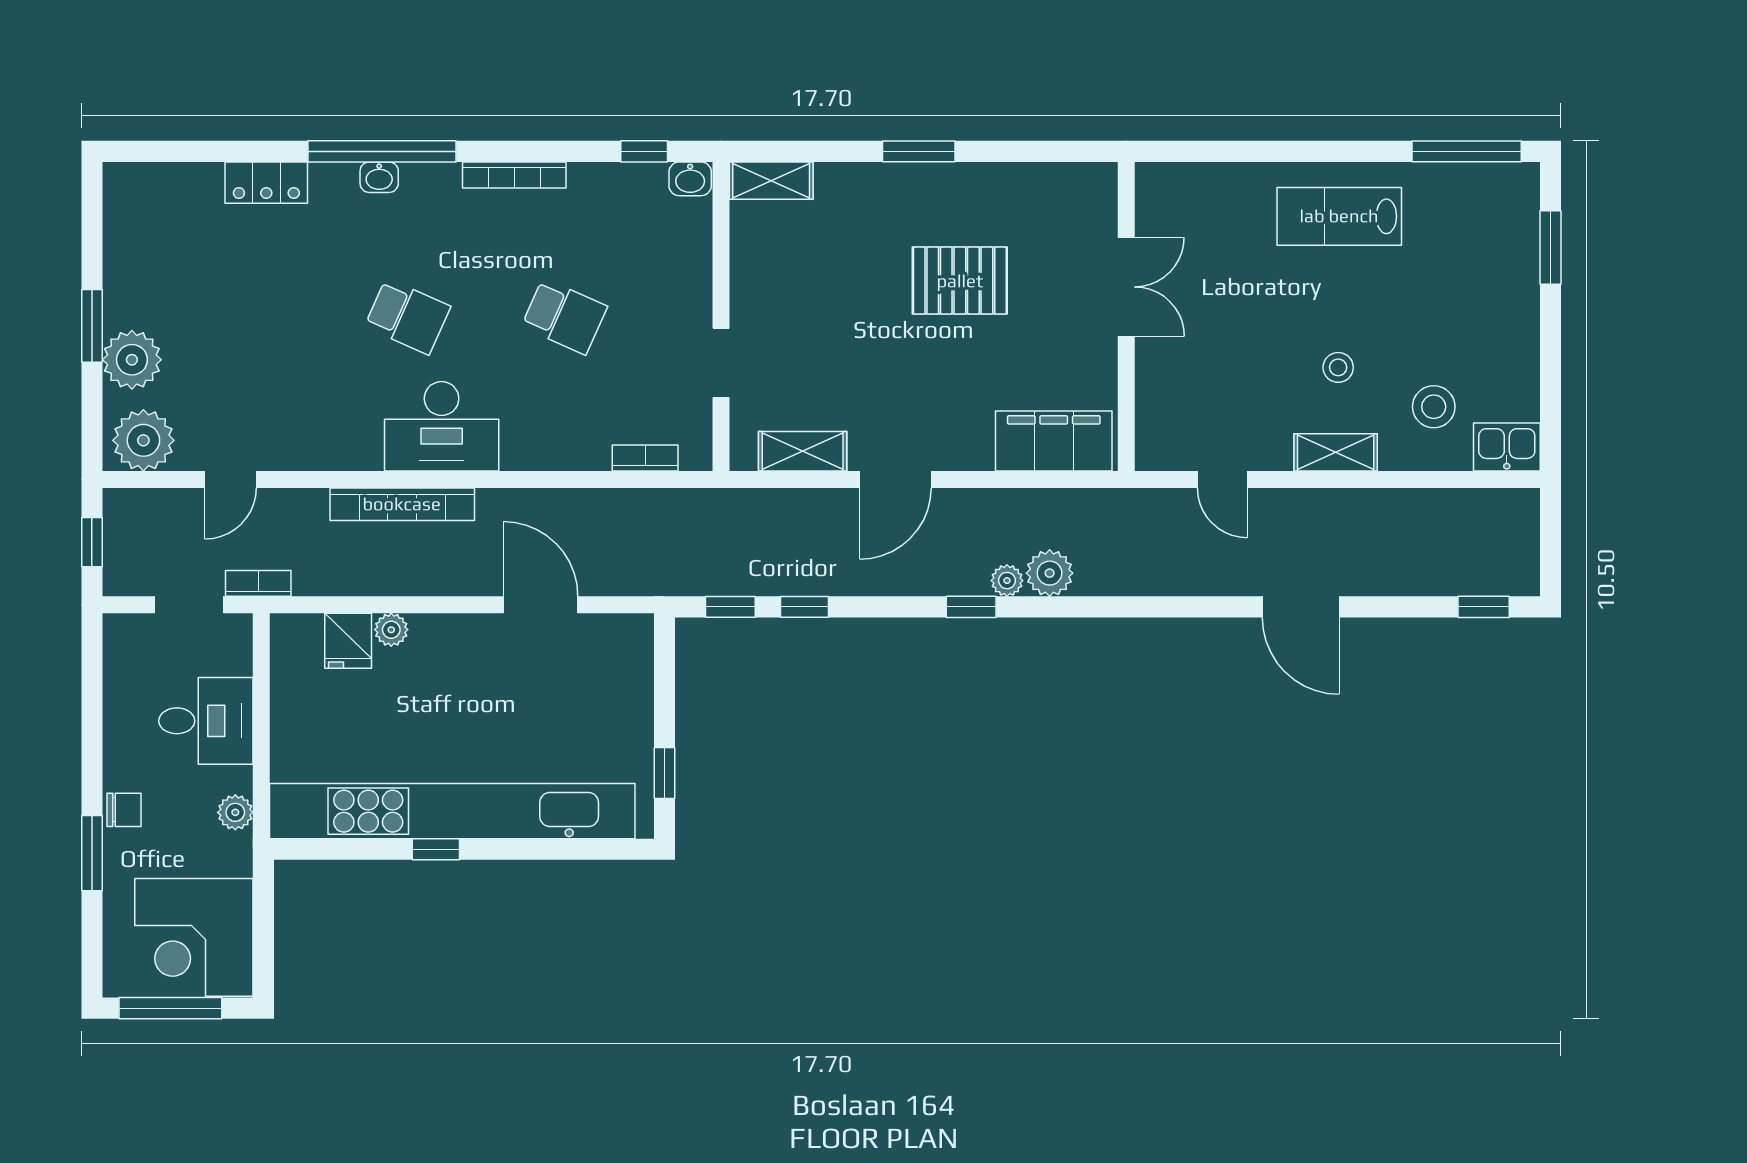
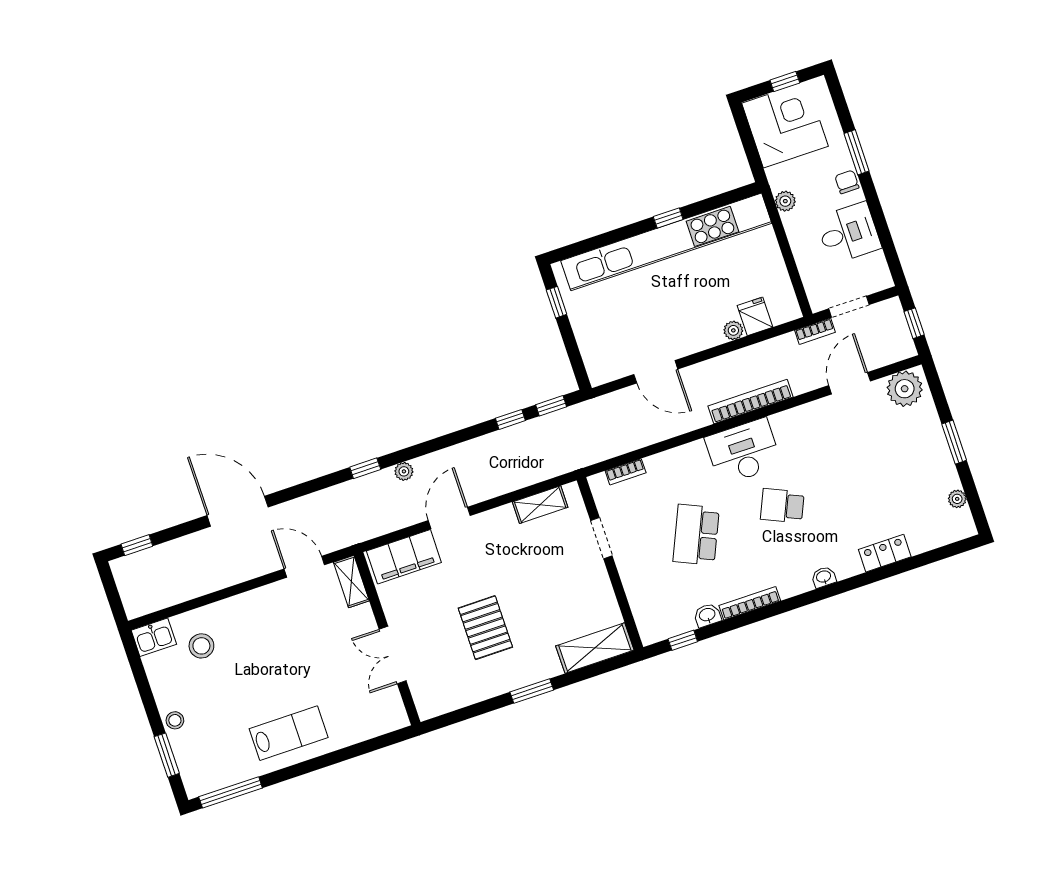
window: (382, 151) -> (827, 592), removed
washbasin: (690, 179) -> (707, 615), moved
shelving: (771, 181) -> (595, 648), width x1.50, depth x1.33
pallet: (960, 281) -> (485, 628), turned 90
school desk: (564, 316) -> (696, 535), width x1.85
plant: (132, 360) -> (957, 499), moved, width x0.53, depth x0.53
stool: (1338, 367) -> (175, 720), moved
shelving: (1336, 452) -> (351, 582), moved, turned 90
door: (230, 479) -> (850, 383), width x1.37
door: (895, 479) -> (449, 518), moved
door: (1222, 479) -> (304, 567), width x1.37
plant: (1050, 573) -> (382, 483), removed
window: (971, 607) -> (365, 468), moved
door: (1301, 607) -> (238, 511), width x1.36
desk: (206, 721) -> (849, 233), moved, turned 180
chair: (124, 810) -> (847, 182), turned 90
window: (170, 1008) -> (785, 82), width x0.46

